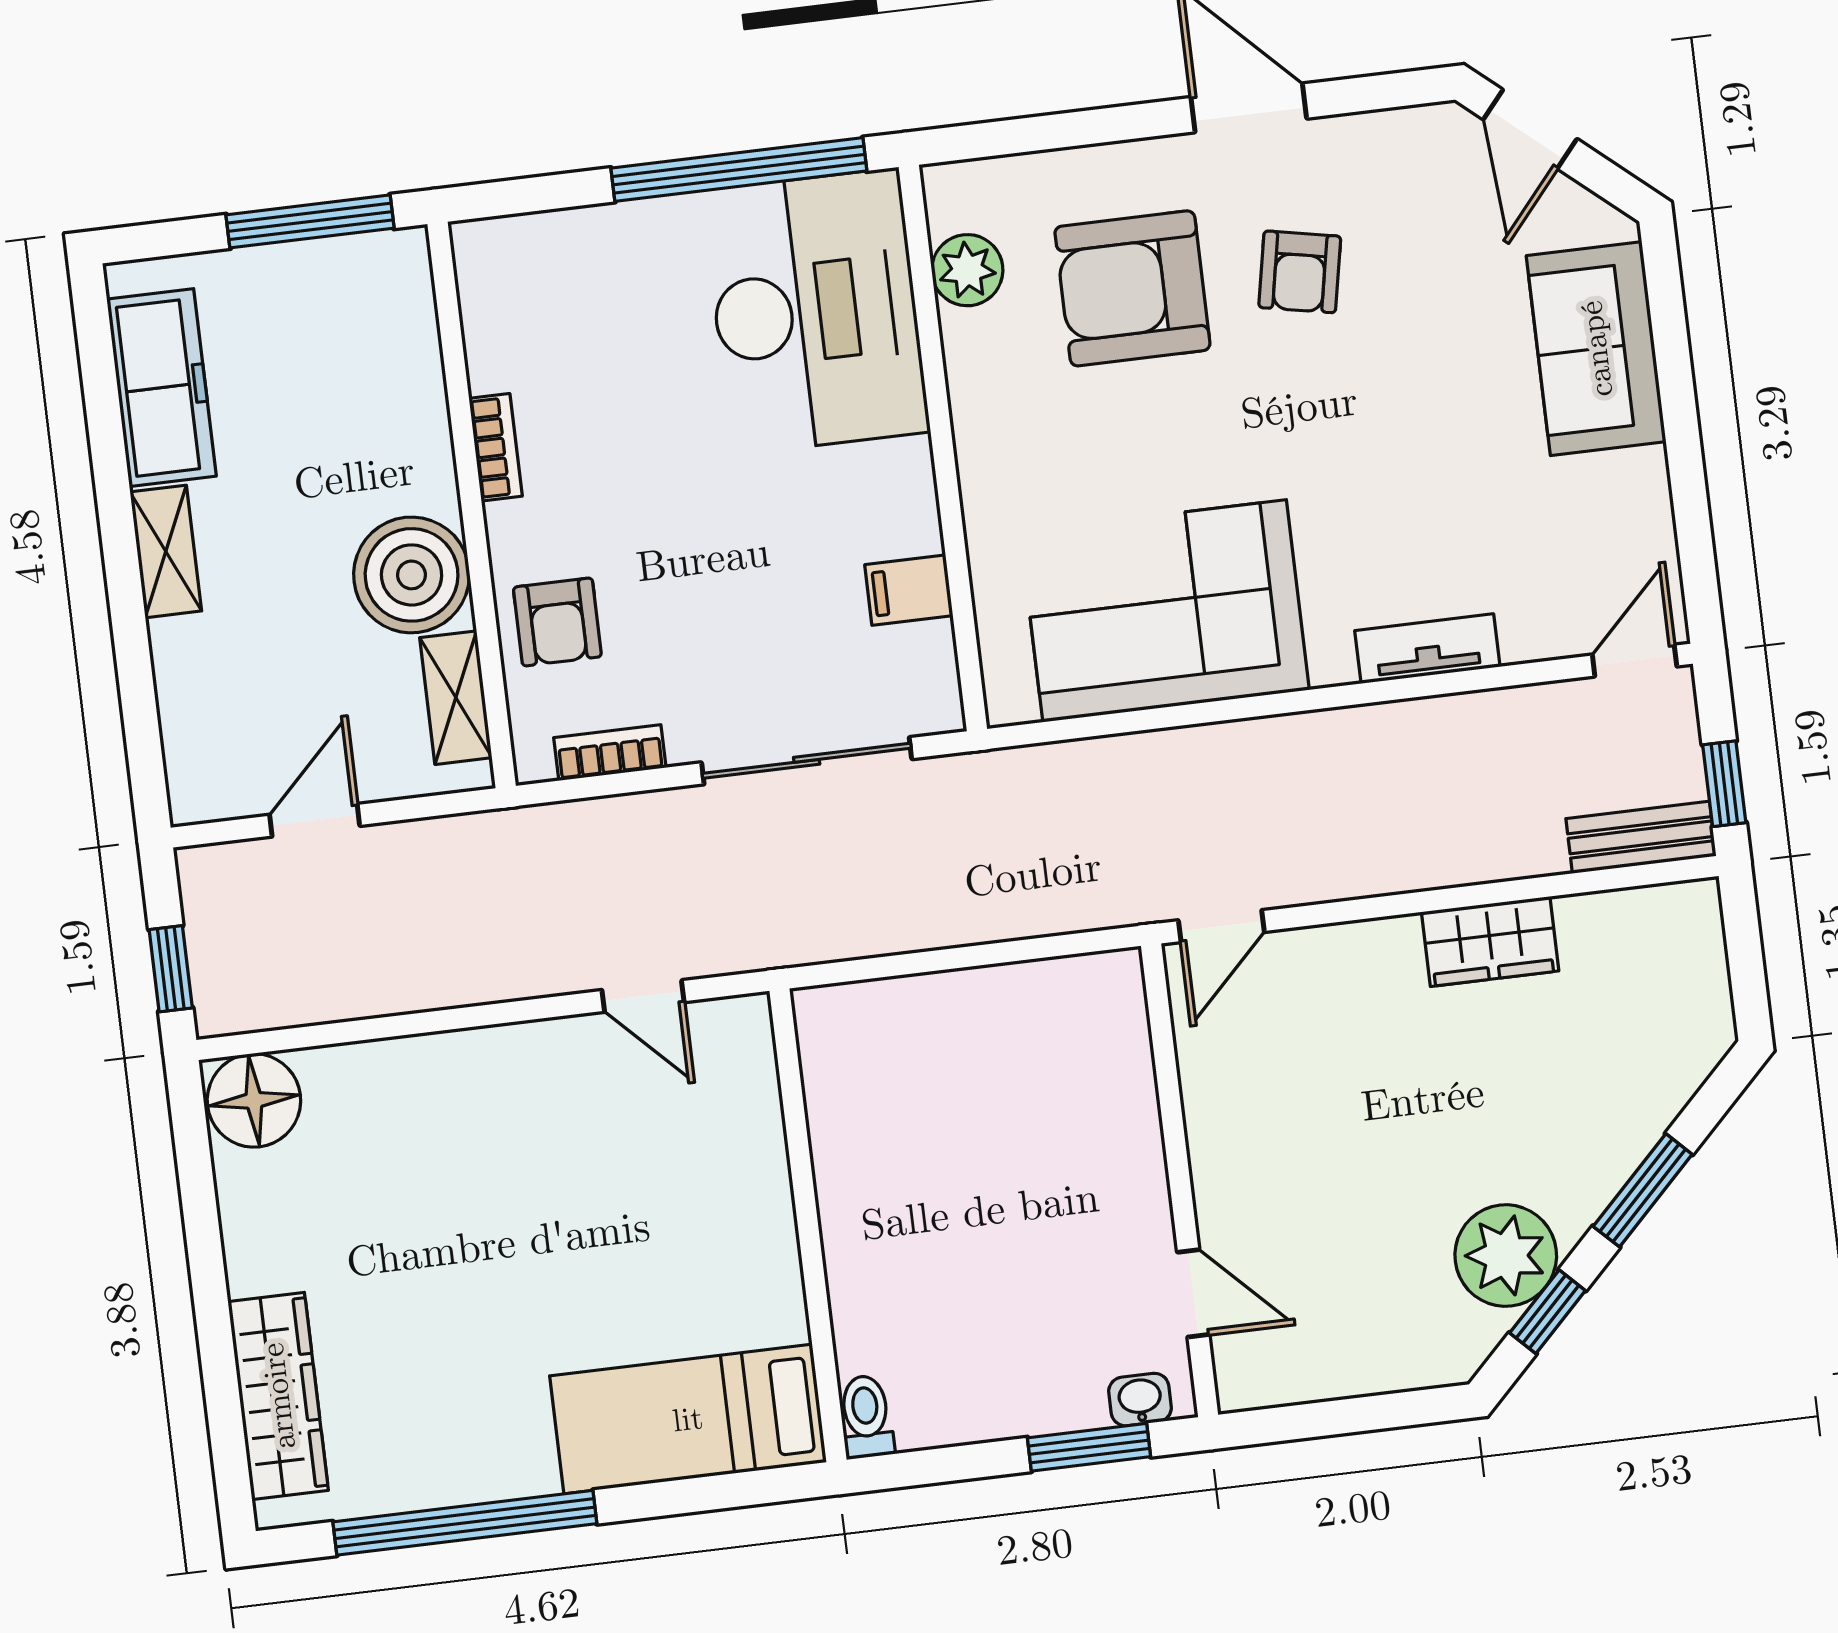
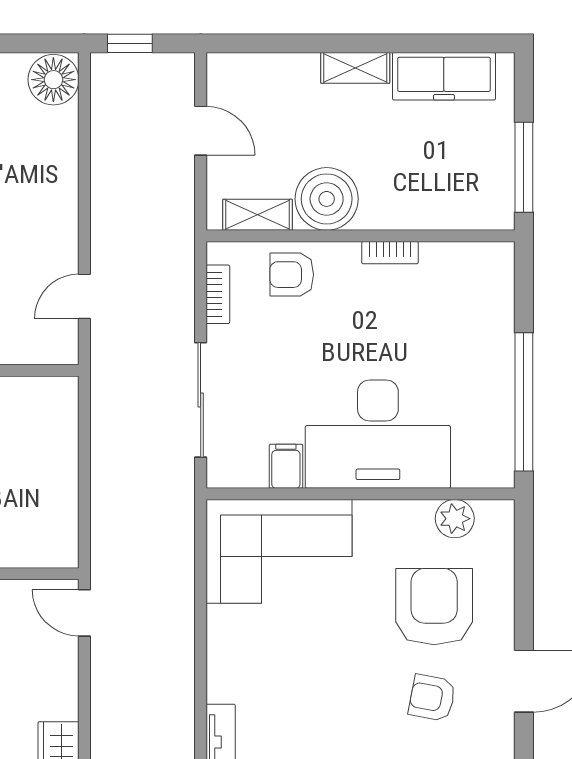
desk: (816, 311) -> (378, 434), moved
corner sofa: (1165, 611) -> (279, 551), moved, turned 90

